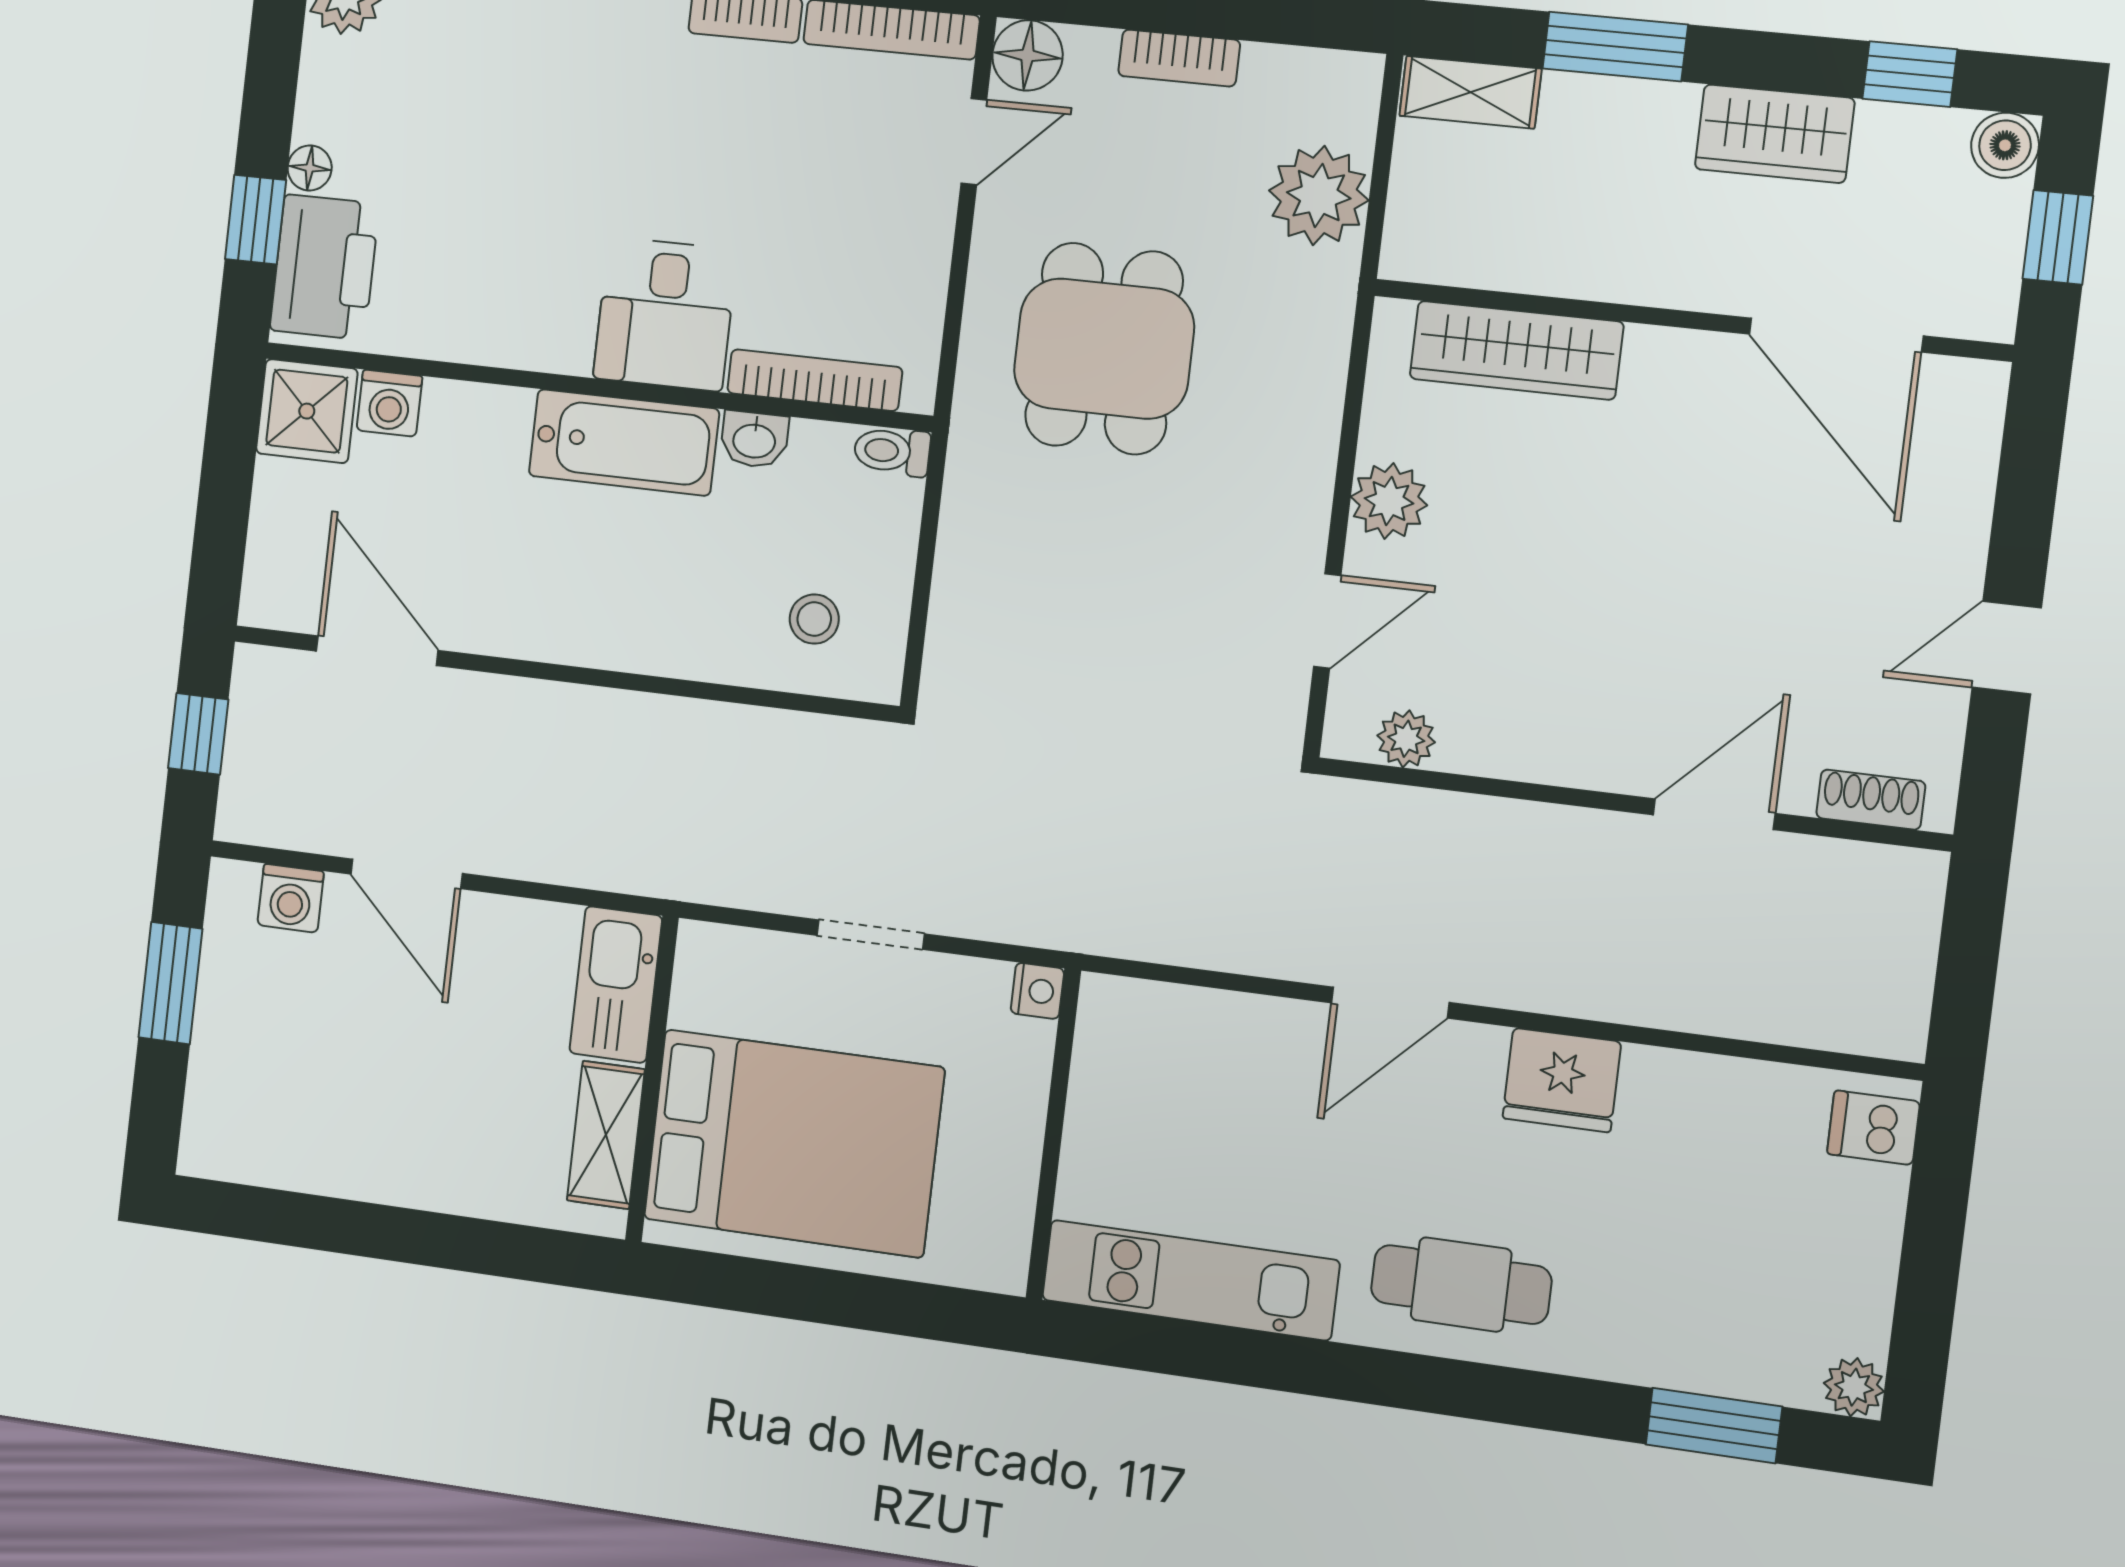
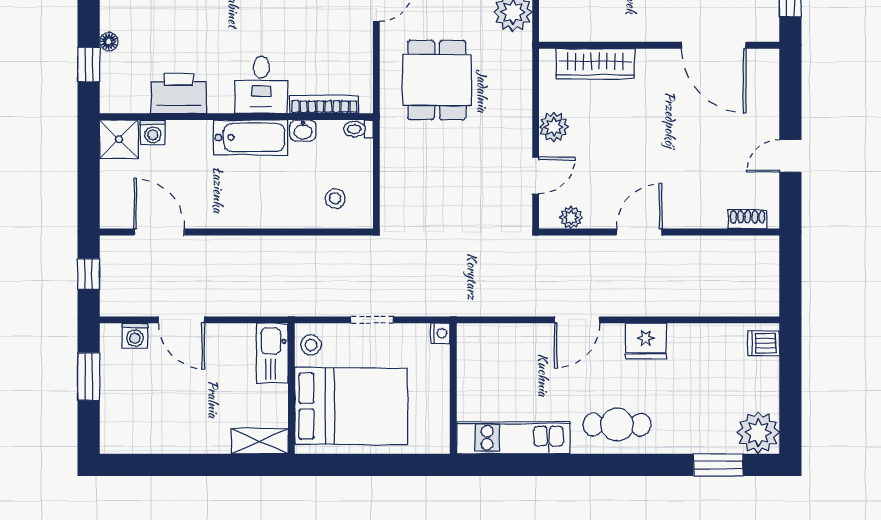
printer: (325, 267) -> (179, 93), moved, turned -90
door: (1714, 814) -> (639, 232), moved
stool: (713, 978) -> (311, 345), added
shelving: (606, 1135) -> (260, 441), moved, turned 90
plant: (1854, 1387) -> (758, 433), width x1.88, depth x1.88

